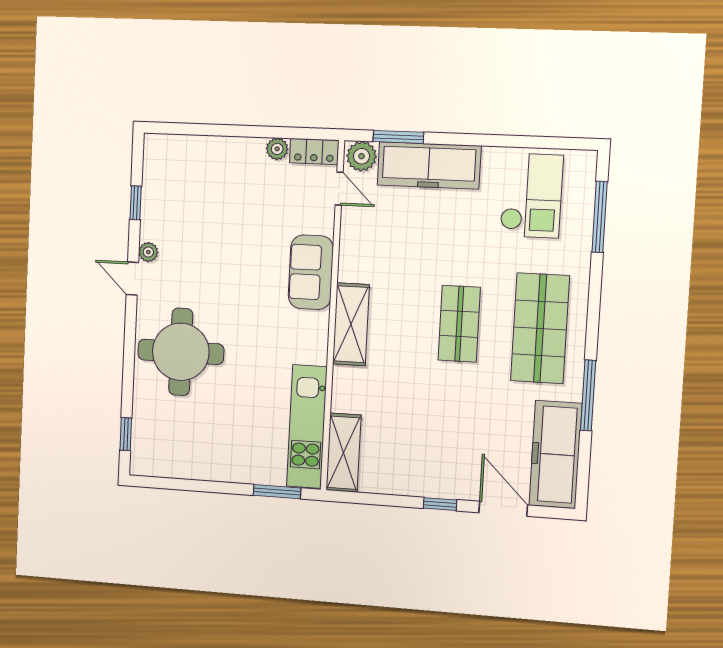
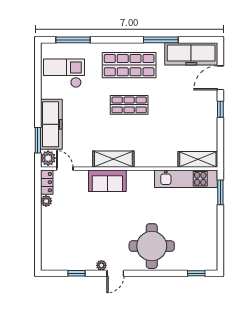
door: (339, 189) -> (65, 169), hinge flipped
shelving: (351, 324) -> (113, 159), moved

